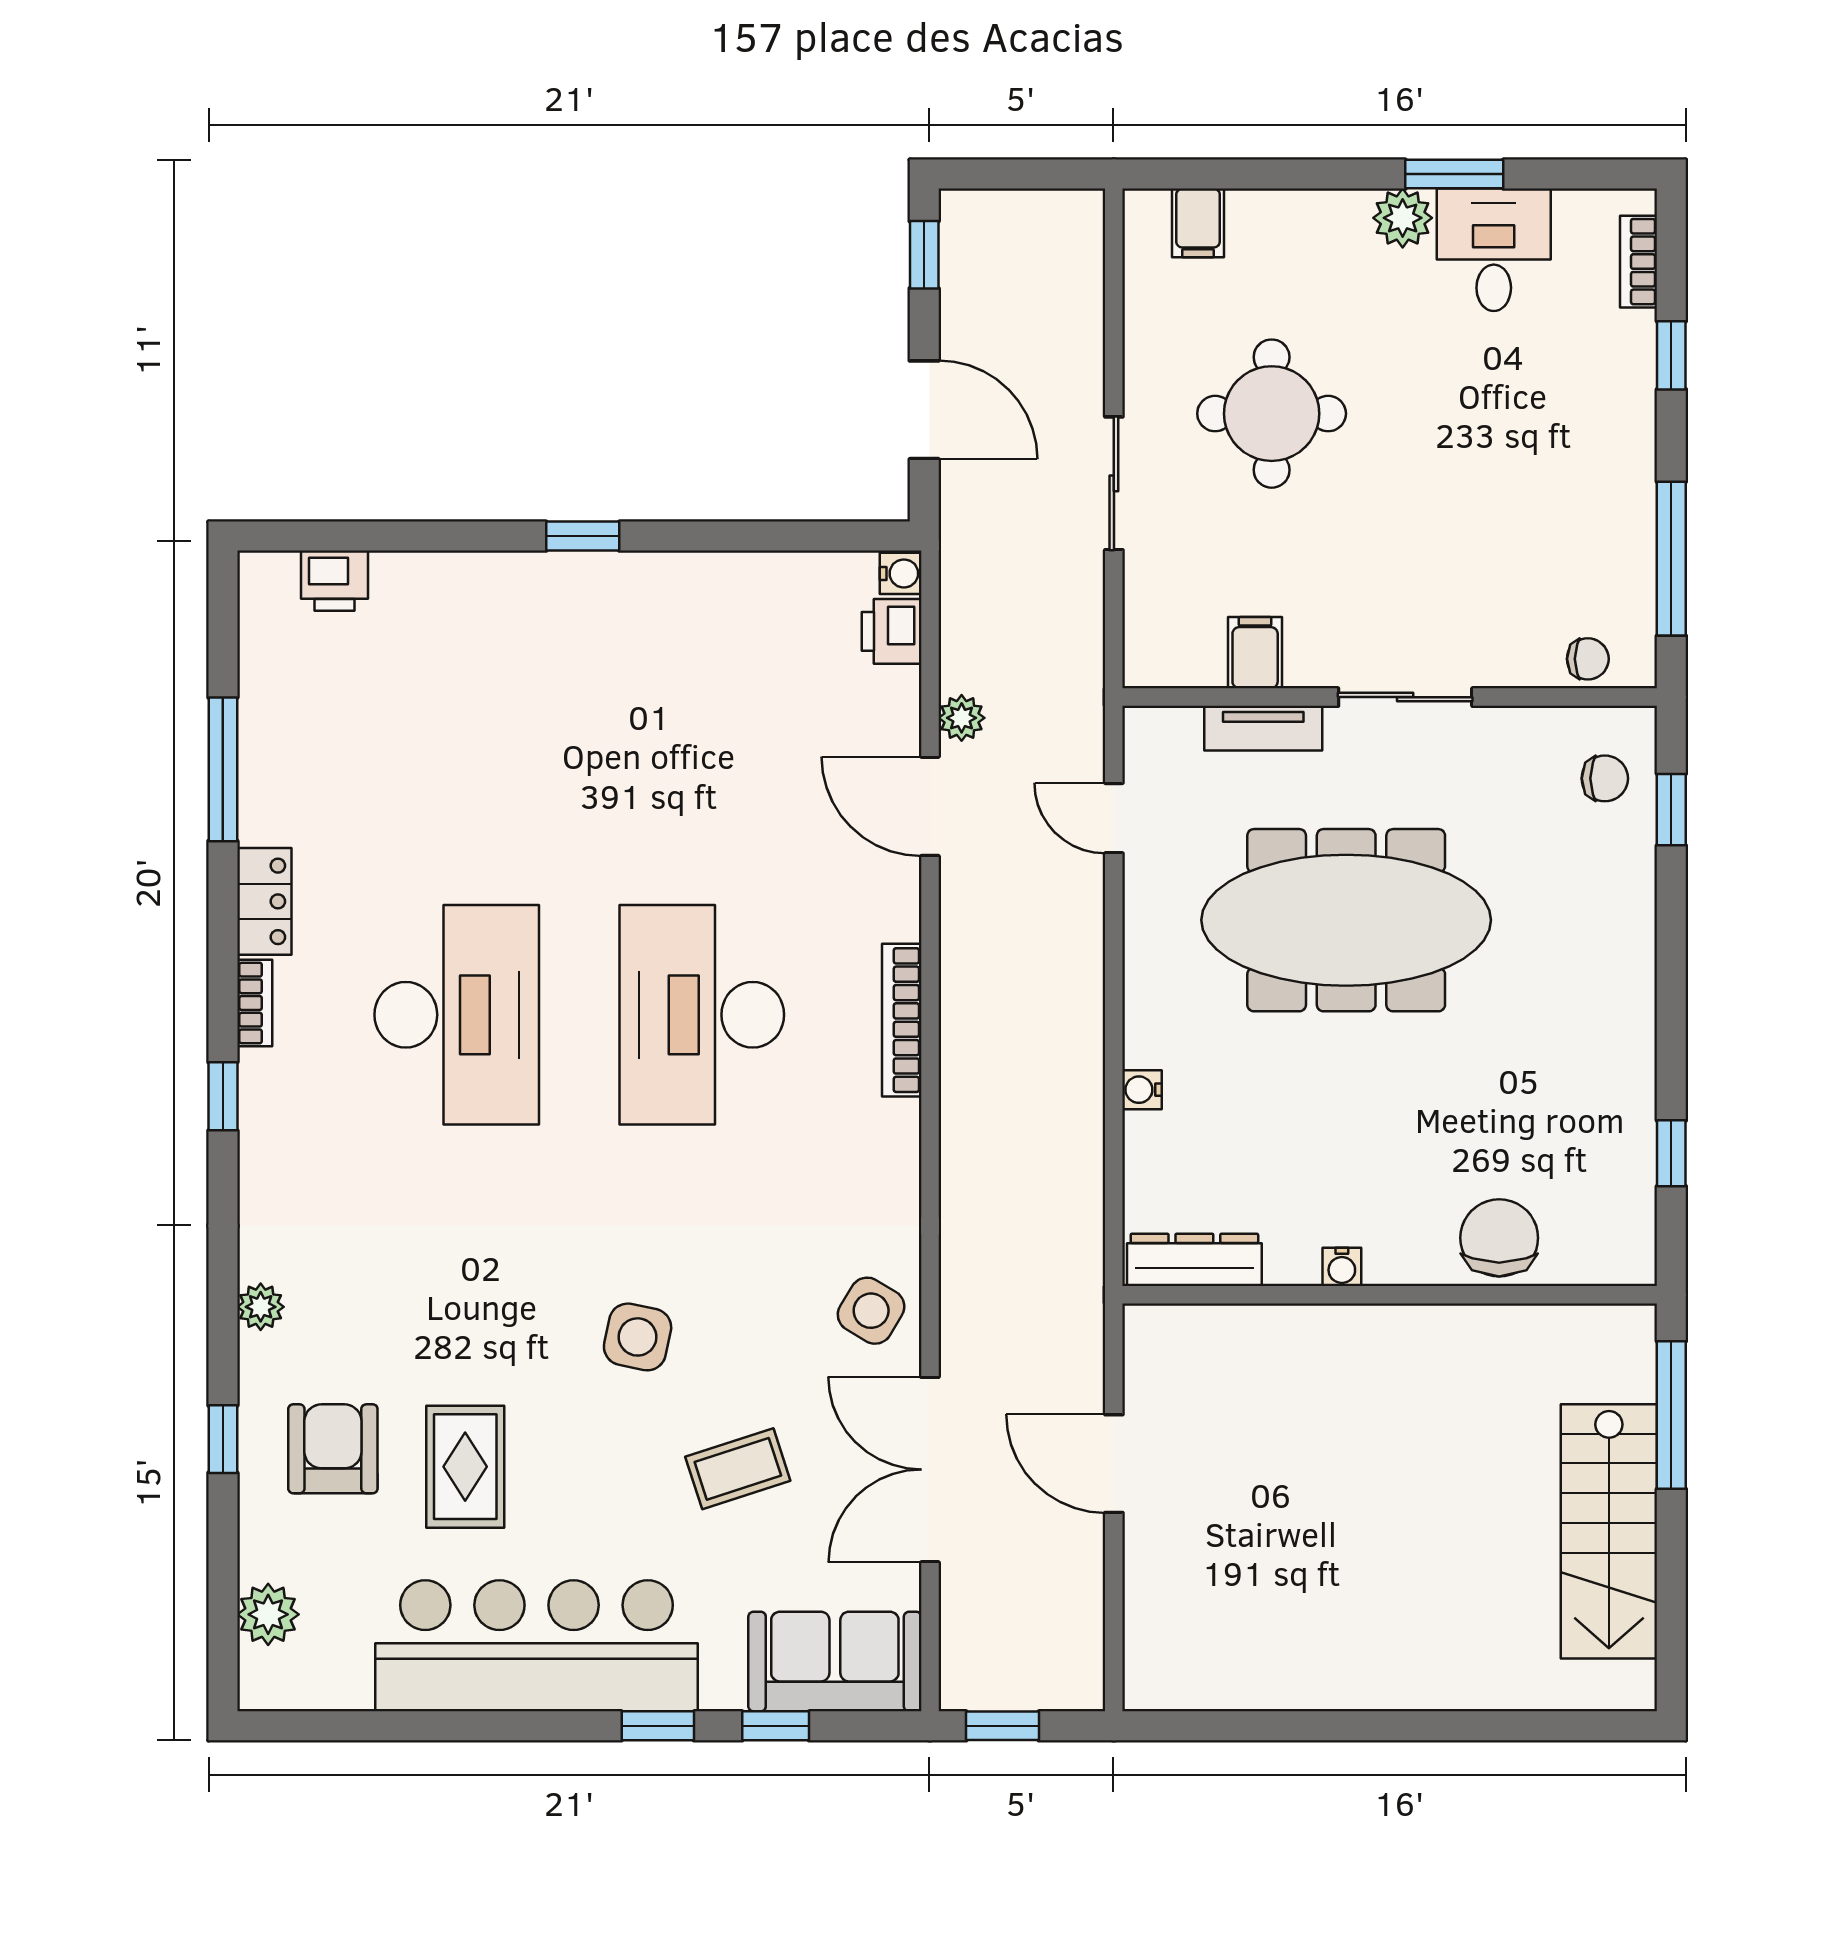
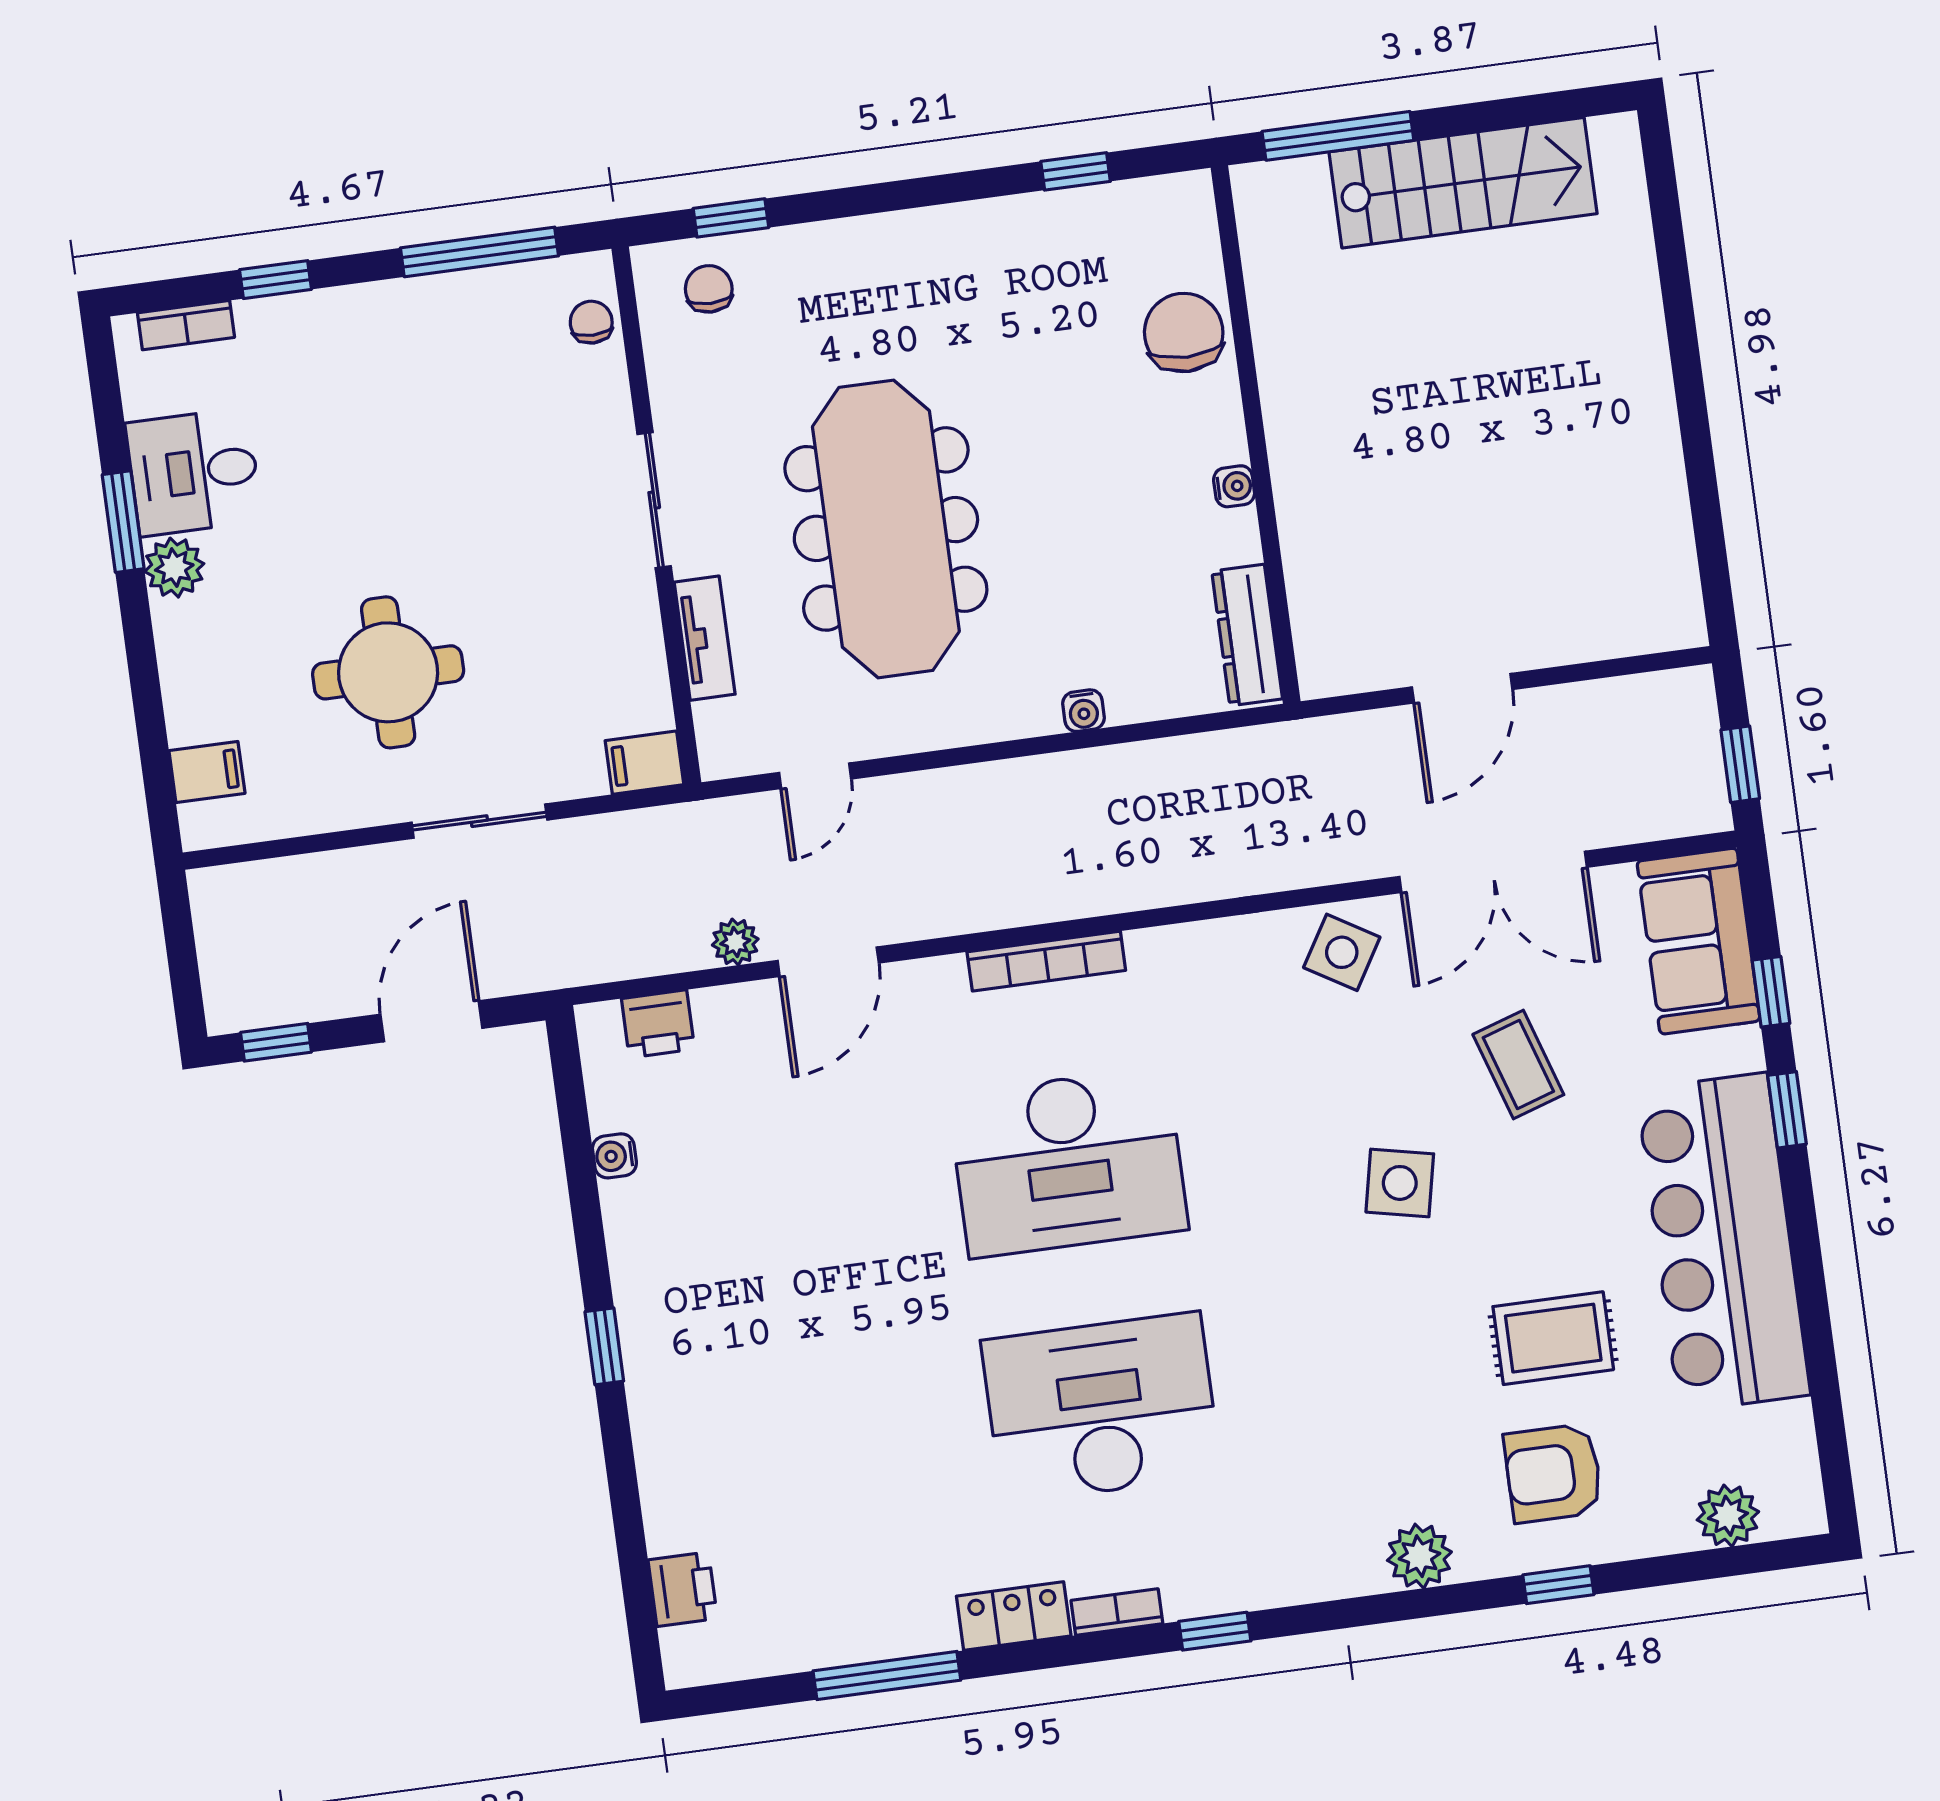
water cooler: (901, 573) -> (614, 1156), moved, turned -90
filing cabinet: (1255, 653) -> (644, 763), moved
chair: (1499, 1238) -> (1184, 332), turned 90
plant: (261, 1307) -> (1419, 1556), width x1.38, depth x1.38

